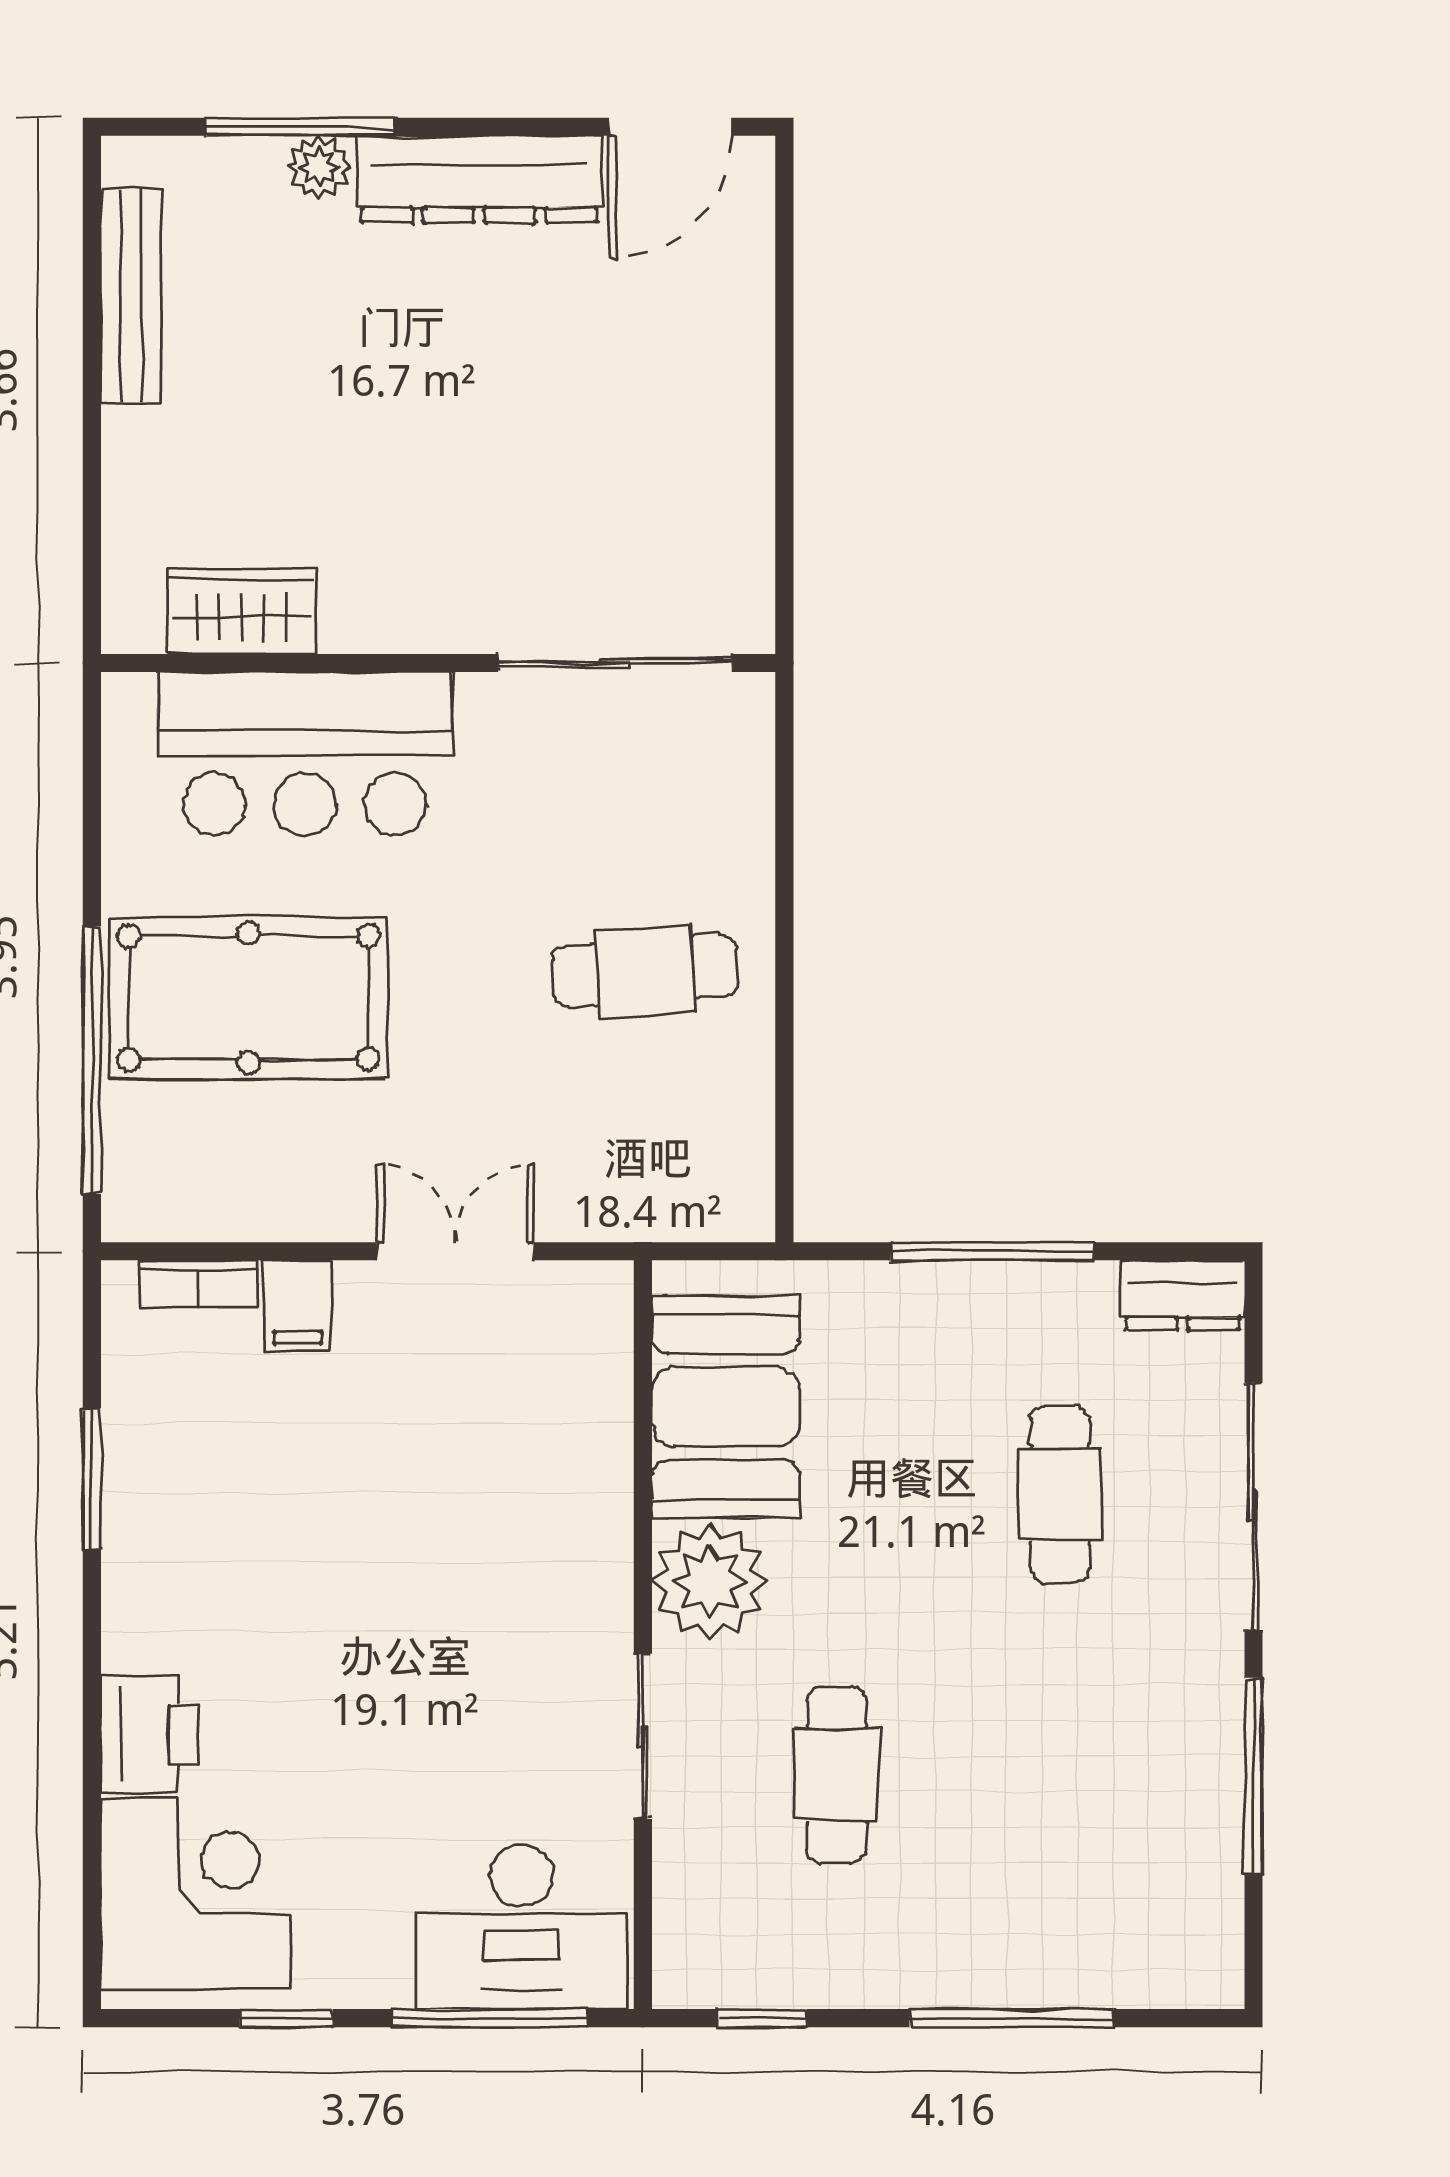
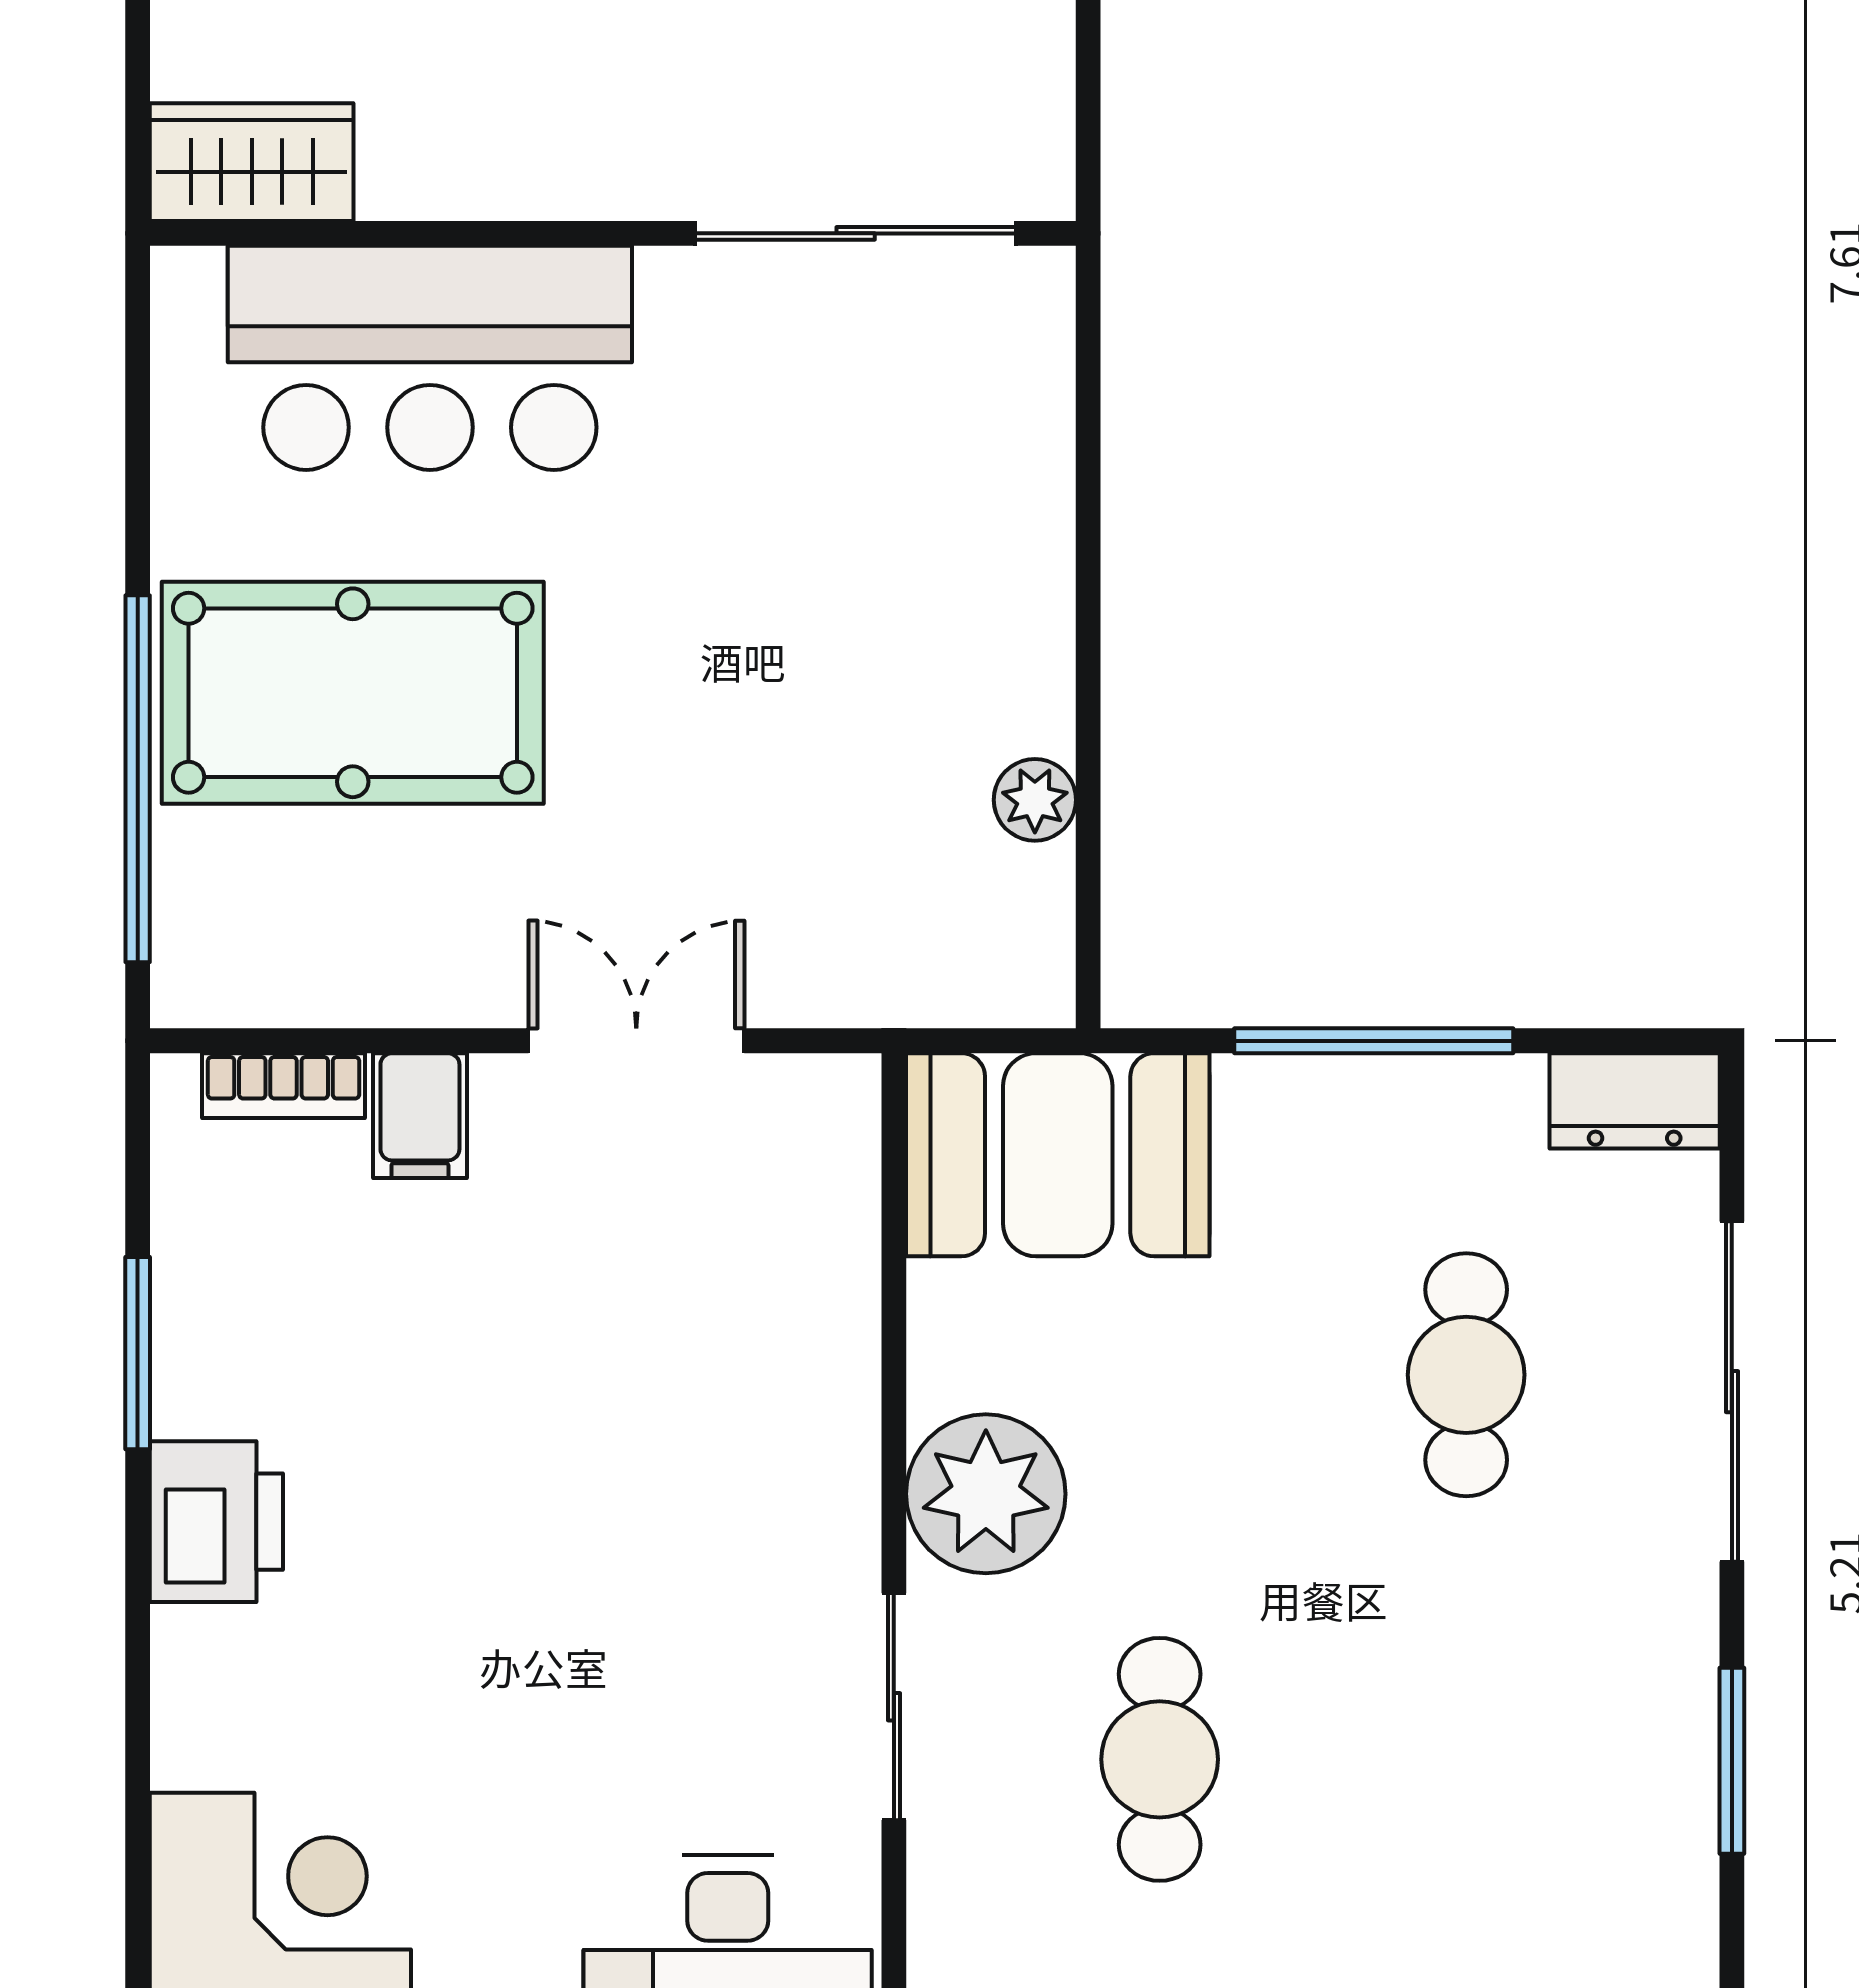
wardrobe: (242, 611) -> (252, 162), moved
cafe table: (645, 971) -> (897, 656), removed
plant: (746, 1076) -> (1035, 800), added
booth: (726, 1407) -> (1058, 1155), moved, turned 90
printer: (149, 1734) -> (216, 1522), moved
window: (1253, 1776) -> (1732, 1761), width x0.69

